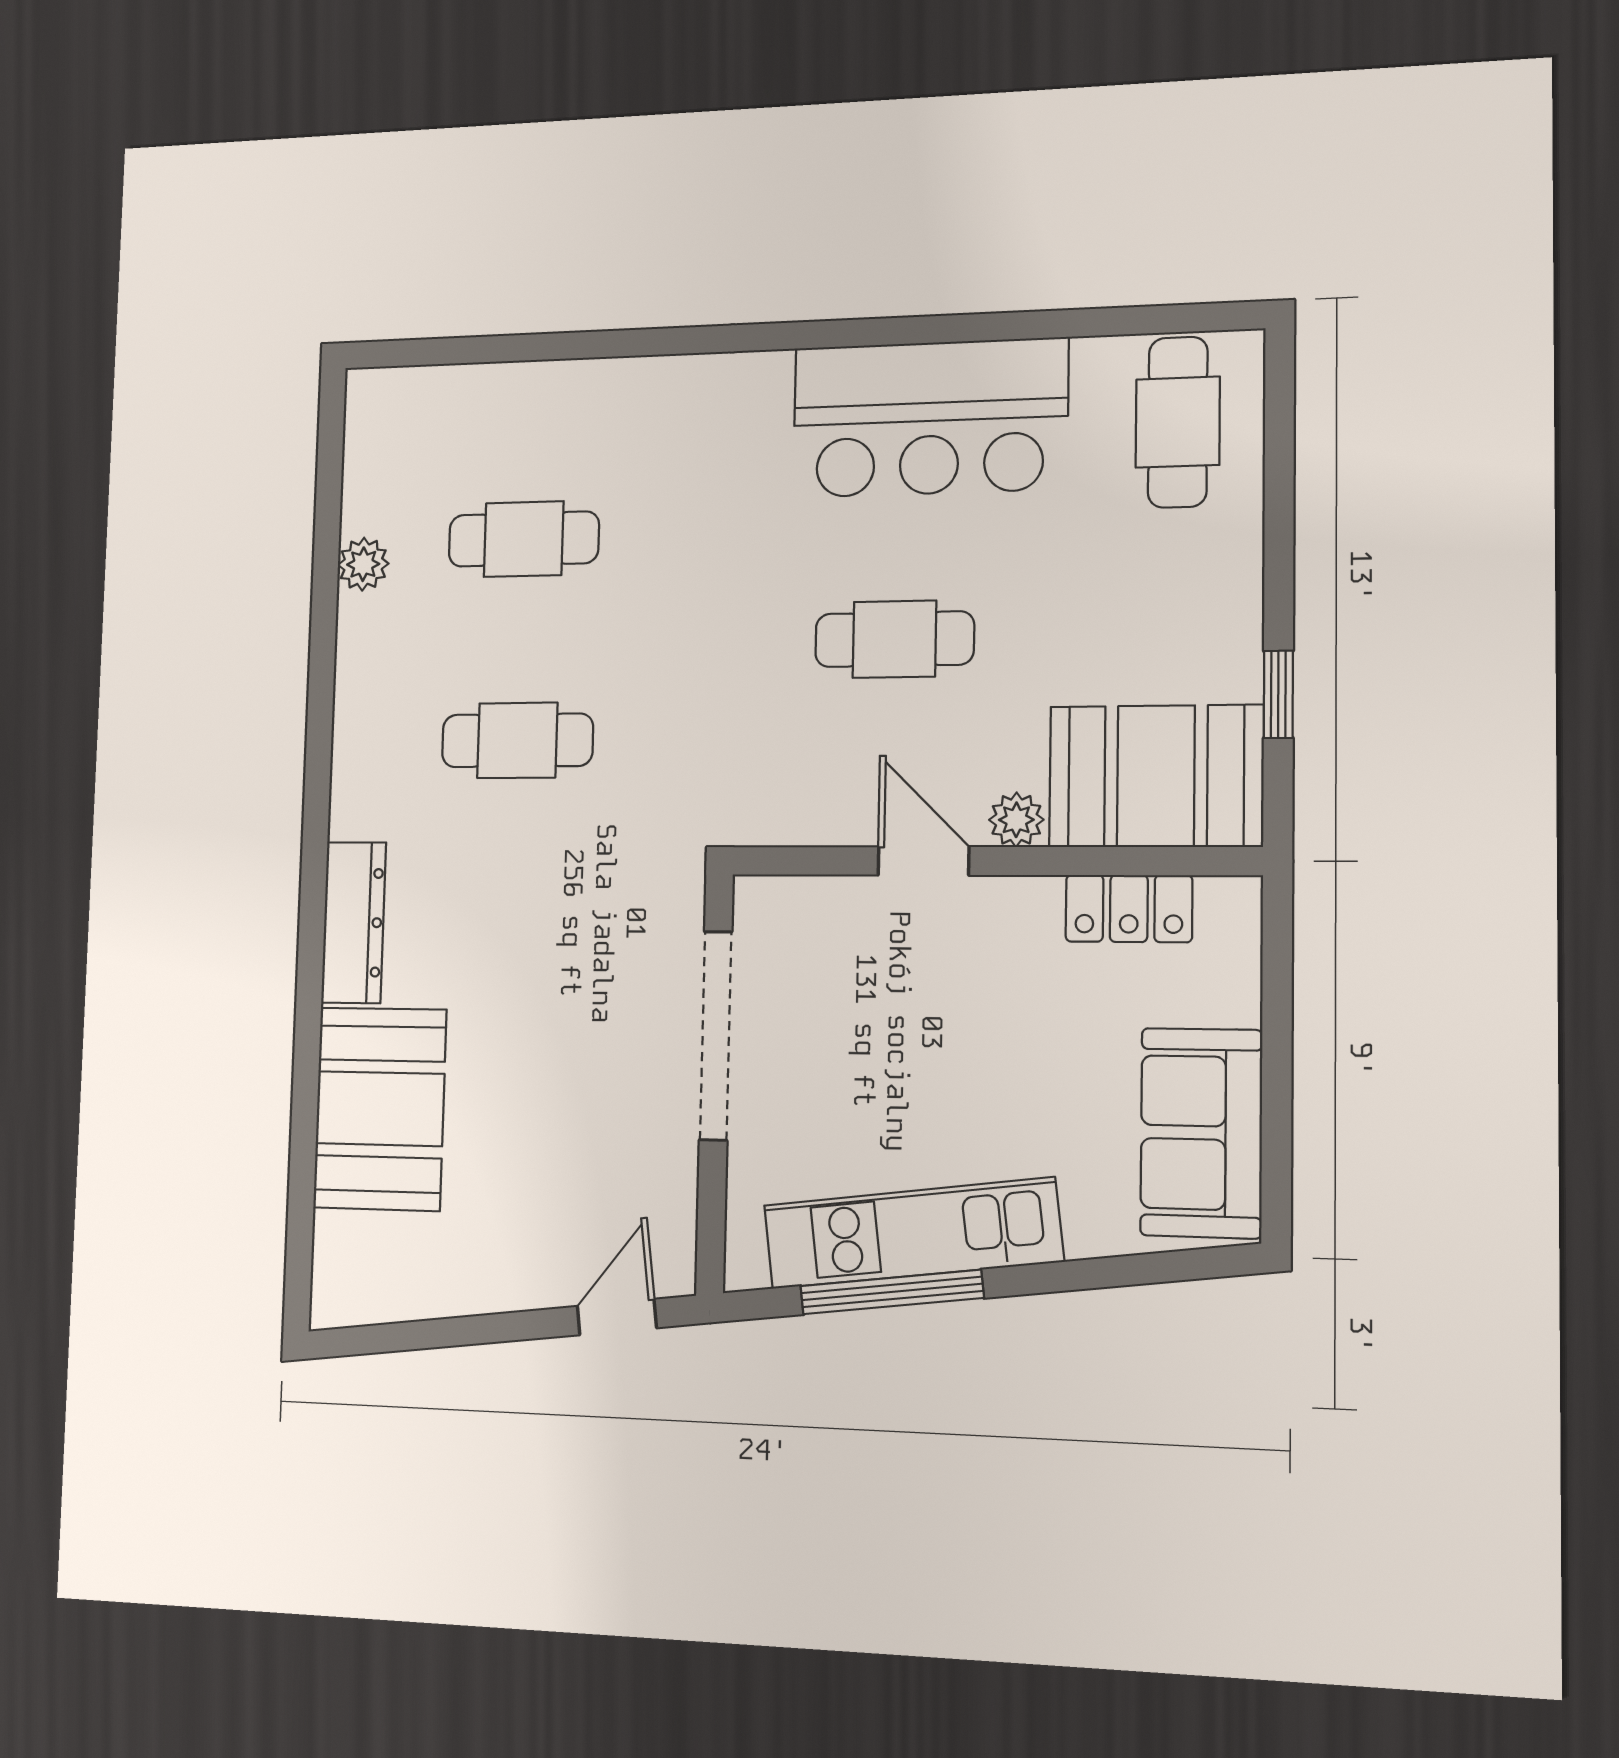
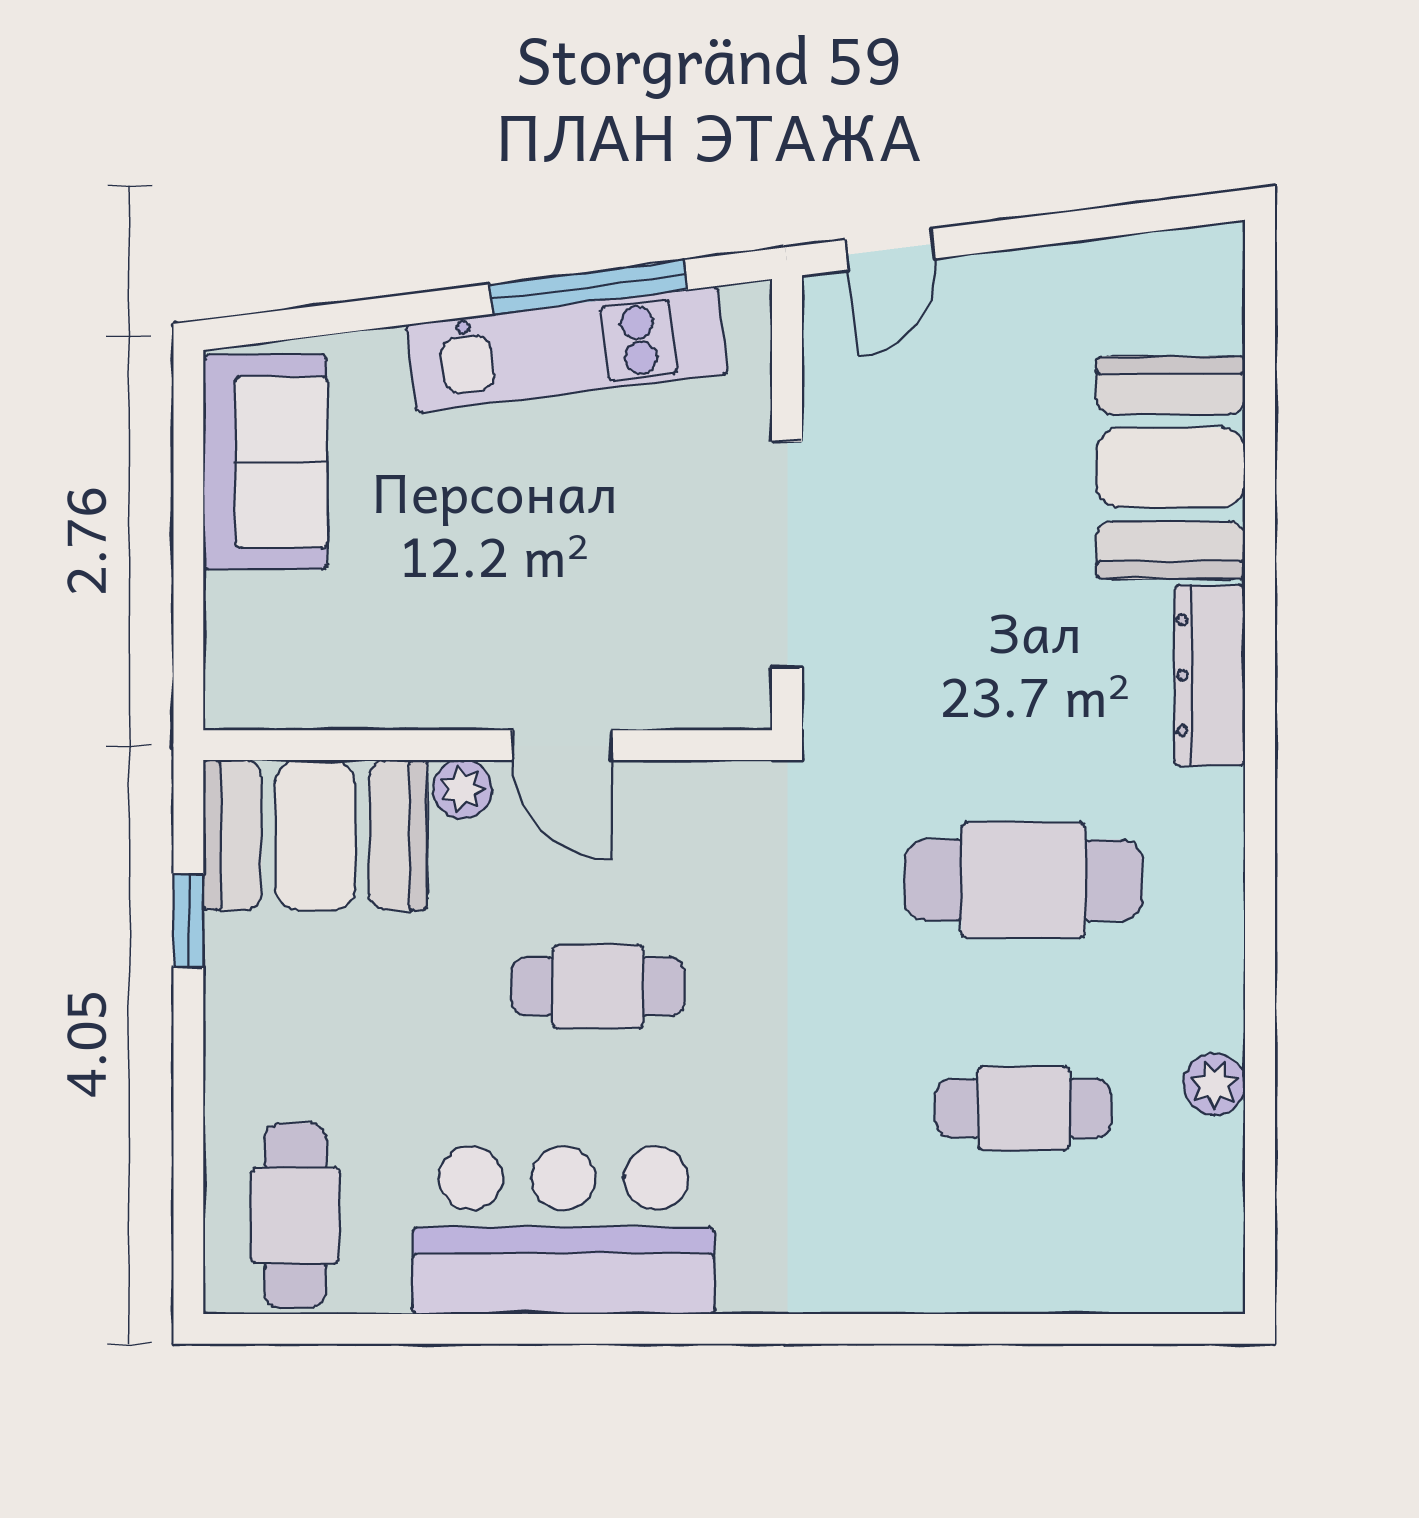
cafe table: (517, 740) -> (1023, 880), width x1.37, depth x1.35
locker: (1129, 908) -> (342, 695), removed

